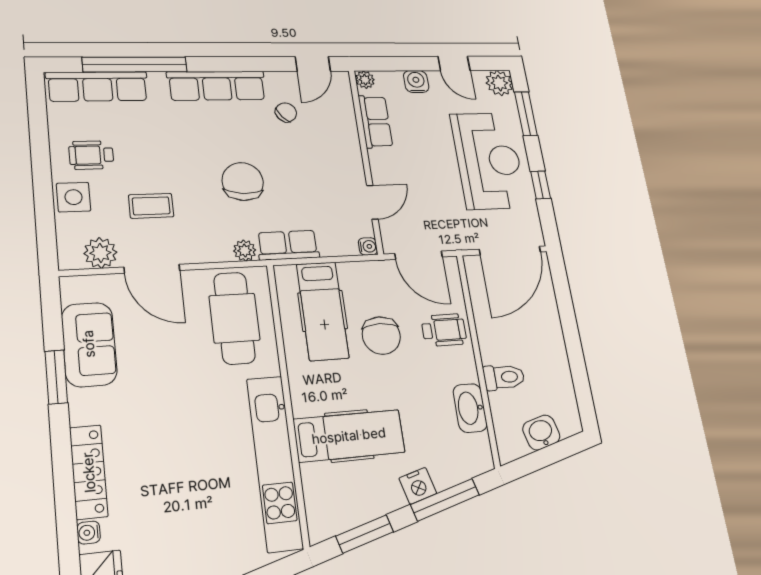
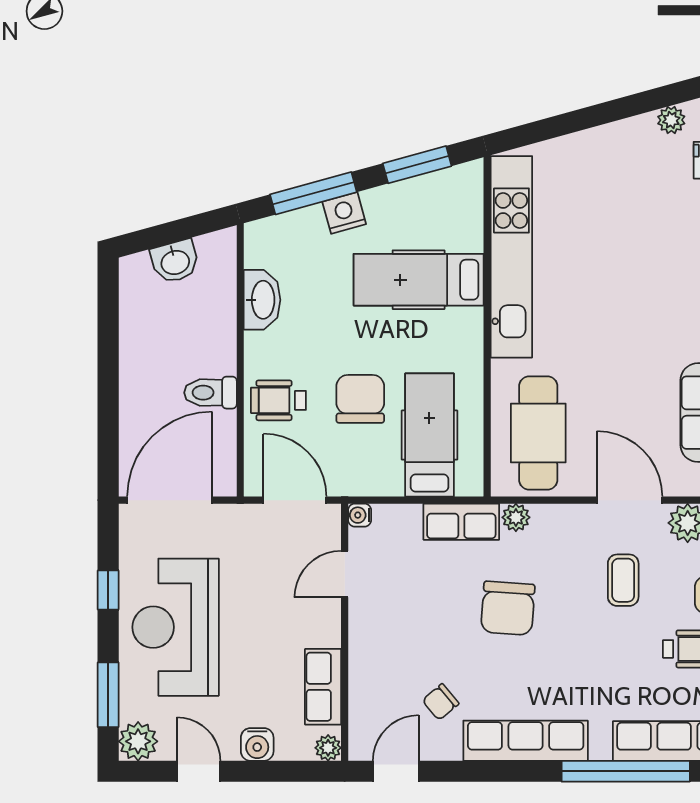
coffee table: (151, 206) -> (623, 580), turned 90
toilet: (504, 377) -> (210, 393), moved

